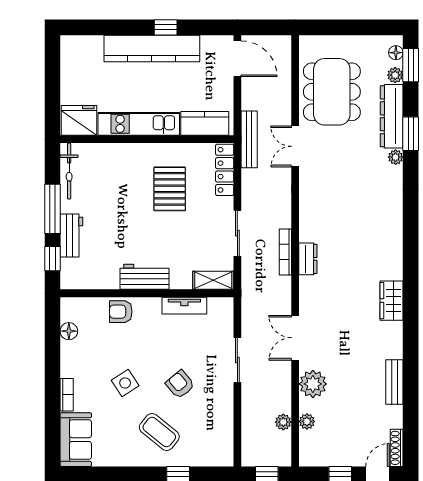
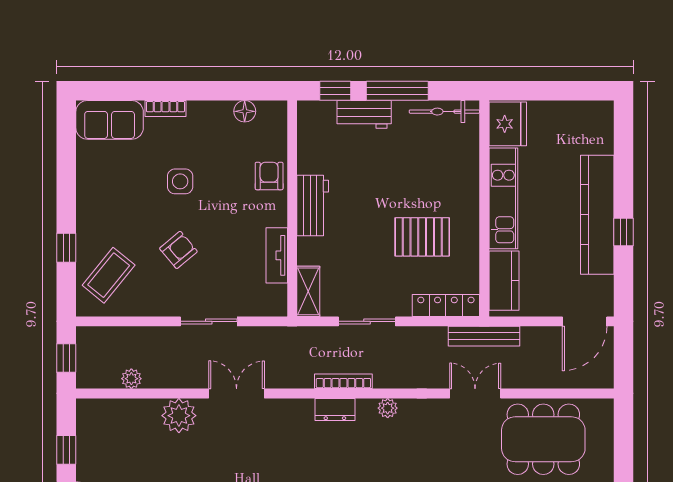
side table: (125, 383) -> (180, 181), turned 33
plant: (307, 421) -> (388, 408), moved
coffee table: (159, 432) -> (109, 275), moved

